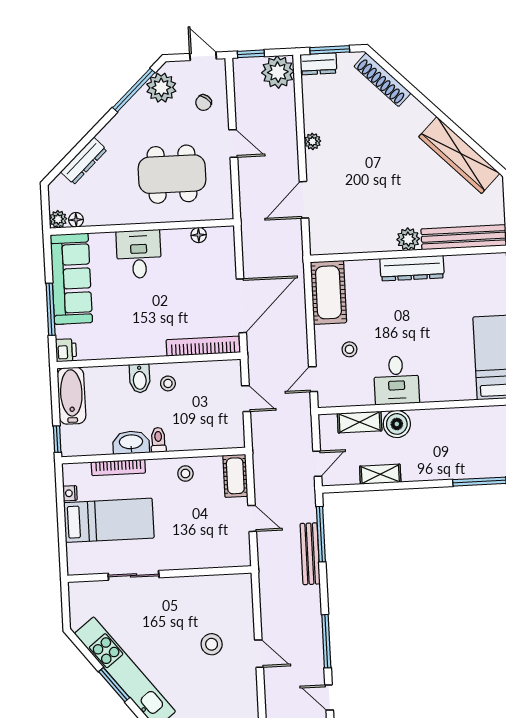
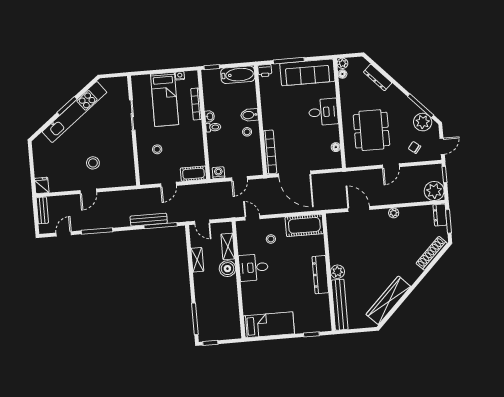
washing machine: (235, 434) -> (218, 173), added
washbasin: (131, 442) -> (210, 116), width x0.52, depth x0.69
stool: (185, 474) -> (157, 149), moved

